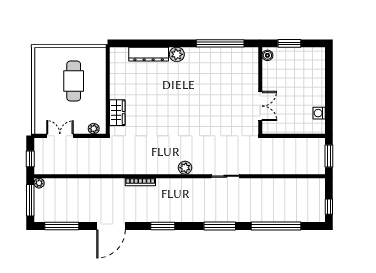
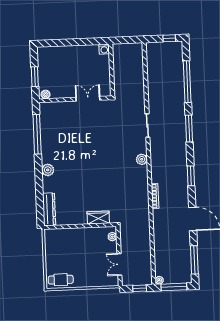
dresser: (149, 54) -> (49, 209), moved
cafe table: (74, 81) -> (61, 280), moved, width x0.73, depth x0.74
washing machine: (319, 113) -> (104, 49), moved
window: (329, 156) -> (127, 40), removed

